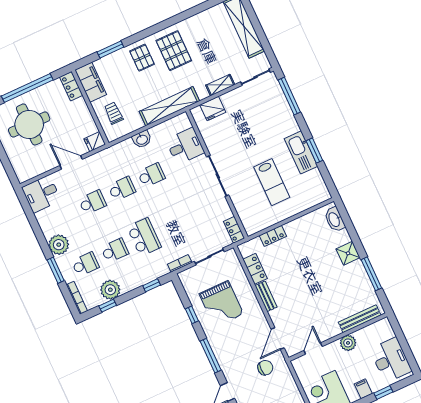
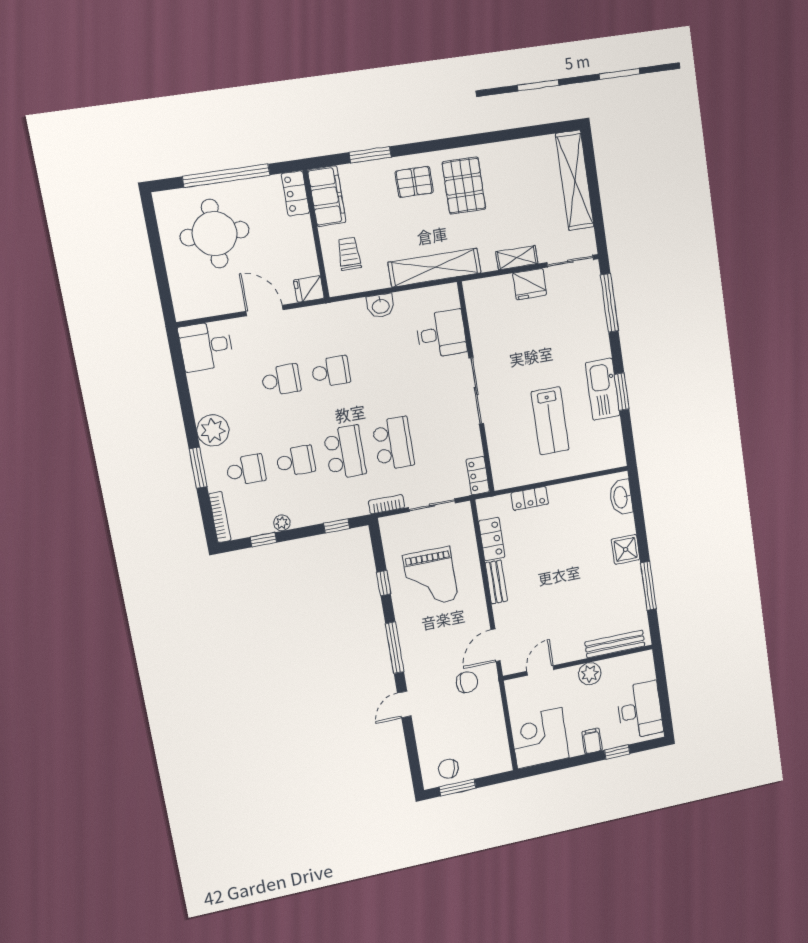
pallet: (142, 58) -> (414, 182), turned 90
fridge: (213, 109) -> (530, 284), moved
school desk: (151, 175) -> (393, 443), moved, width x1.85
plant: (110, 290) -> (282, 523), width x0.53, depth x0.53

